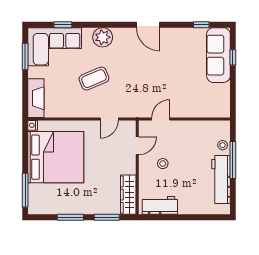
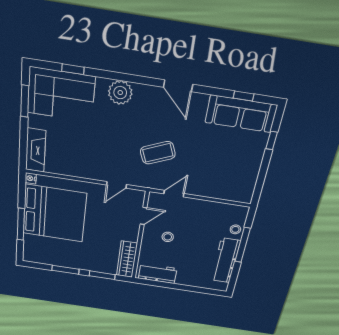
sofa: (218, 55) -> (241, 114), moved, turned -90
coffee table: (94, 79) -> (158, 153), moved
window: (25, 190) -> (21, 224), moved

